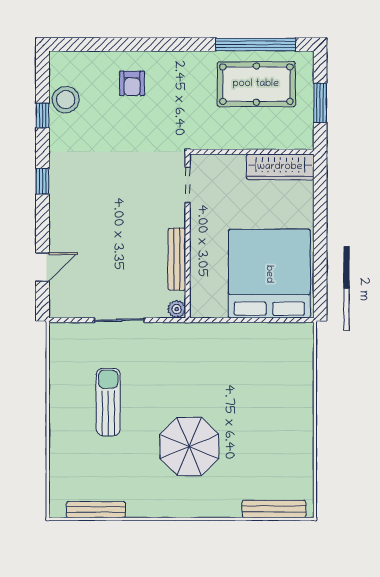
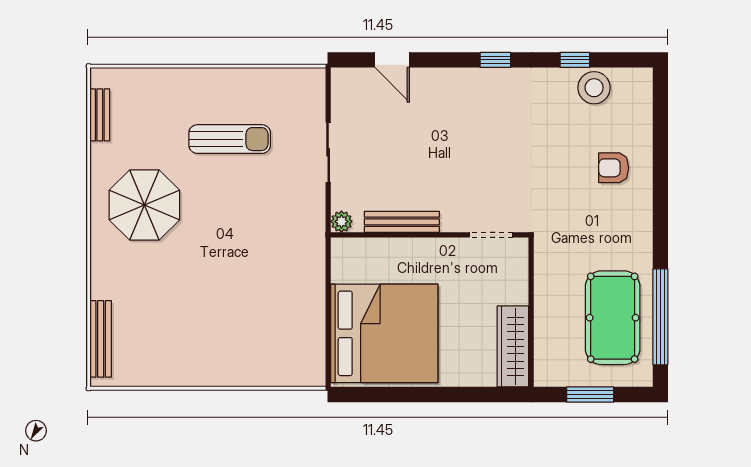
parasol: (189, 446) -> (144, 205), moved
bench: (96, 510) -> (100, 115), width x0.73

